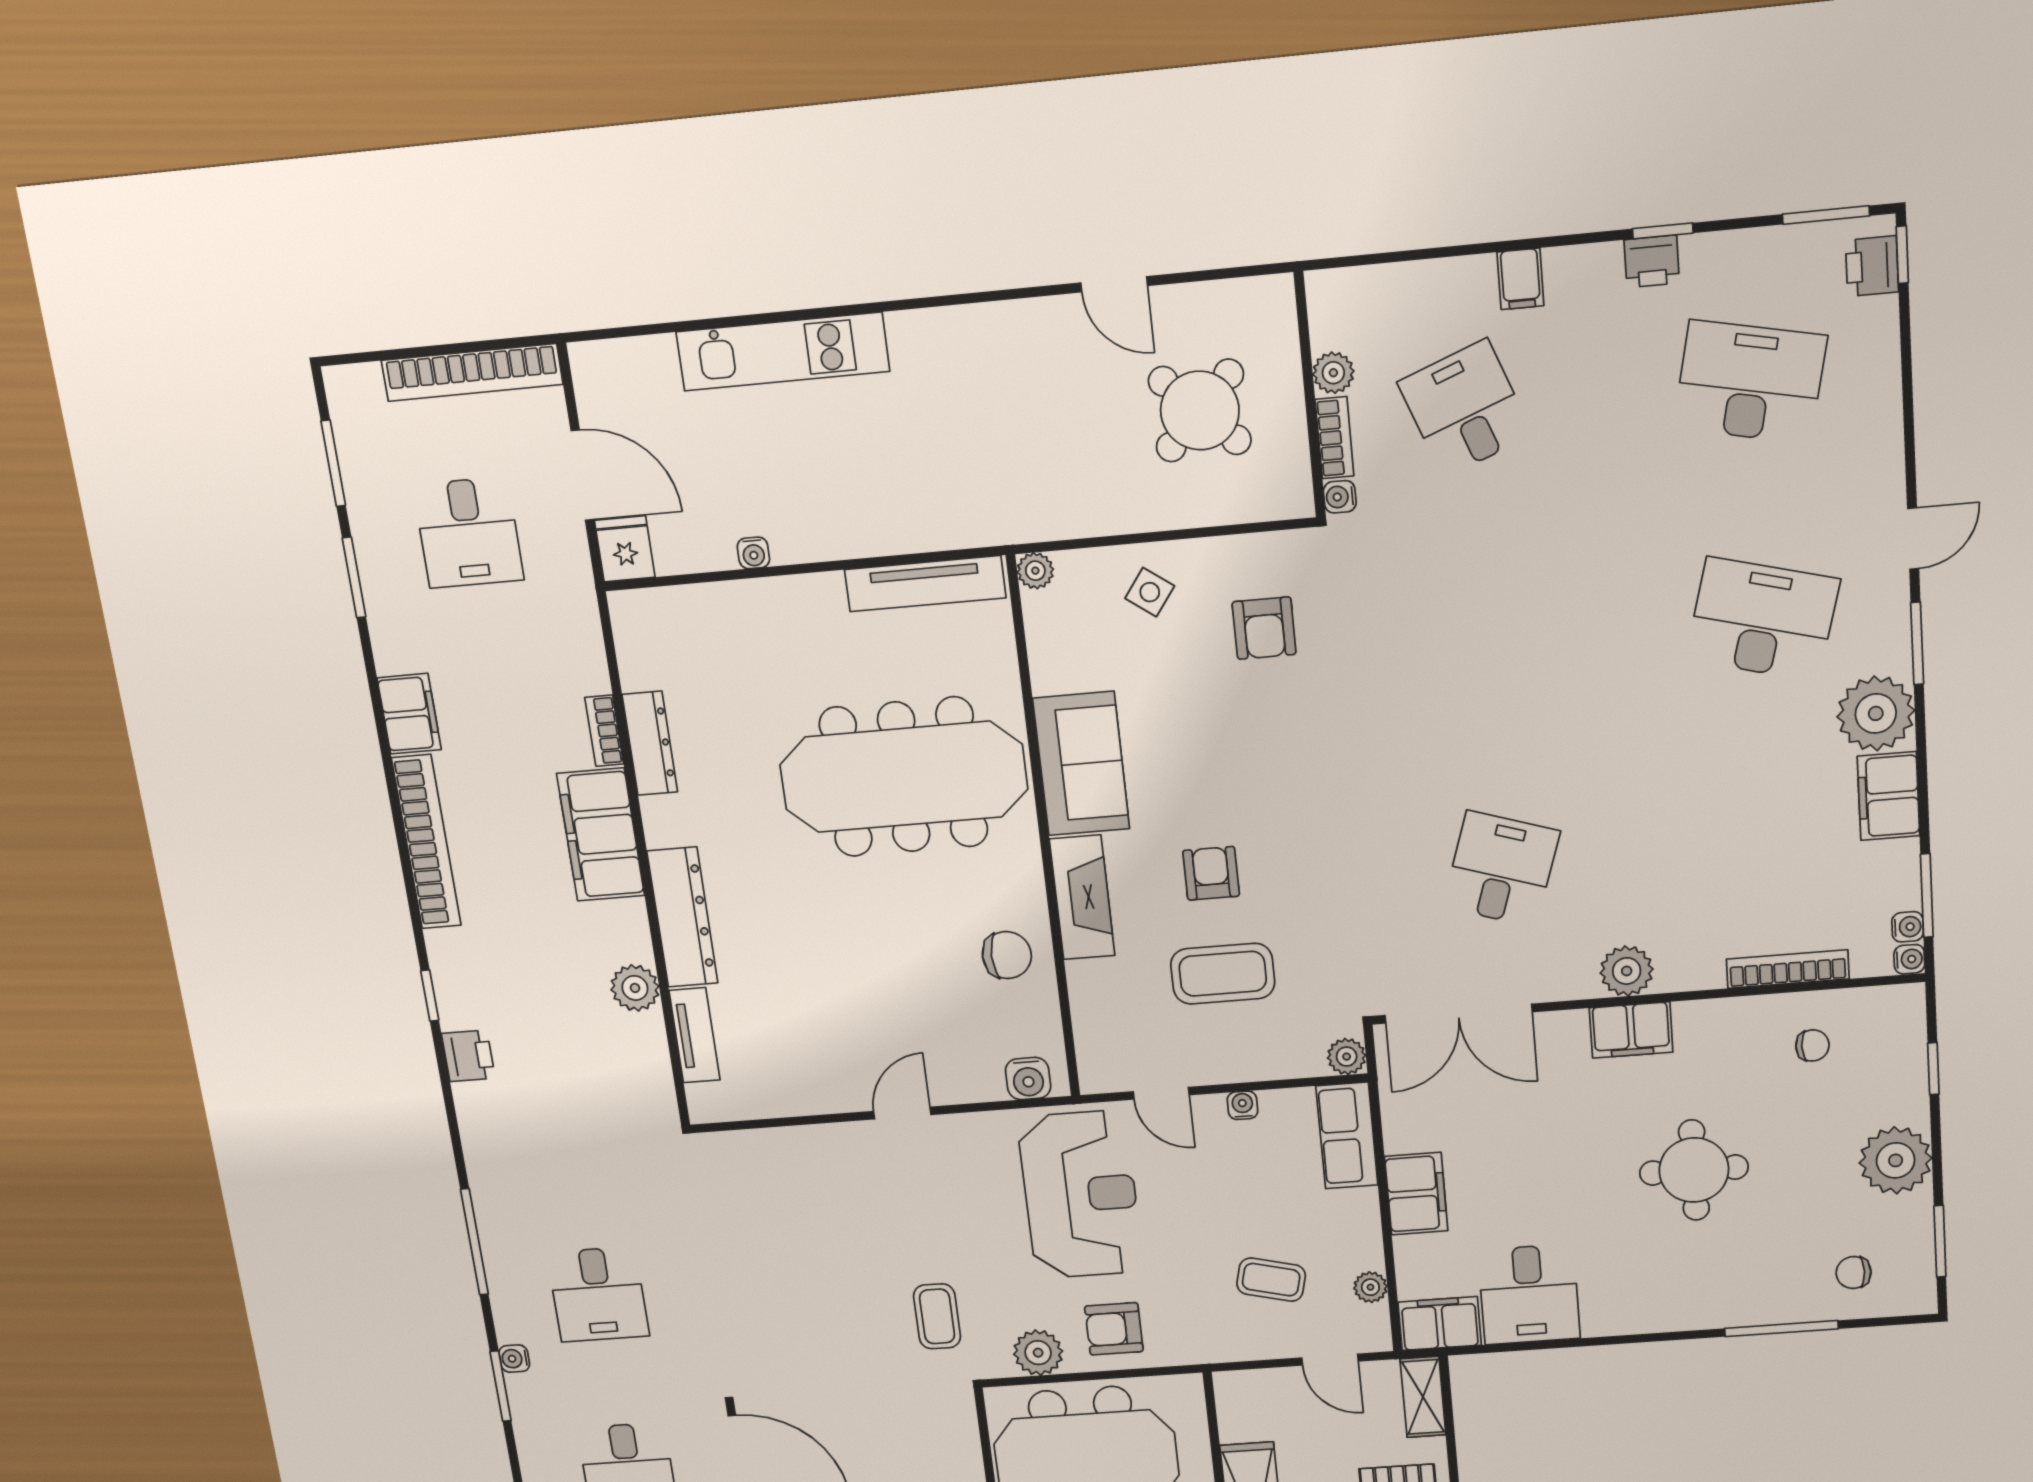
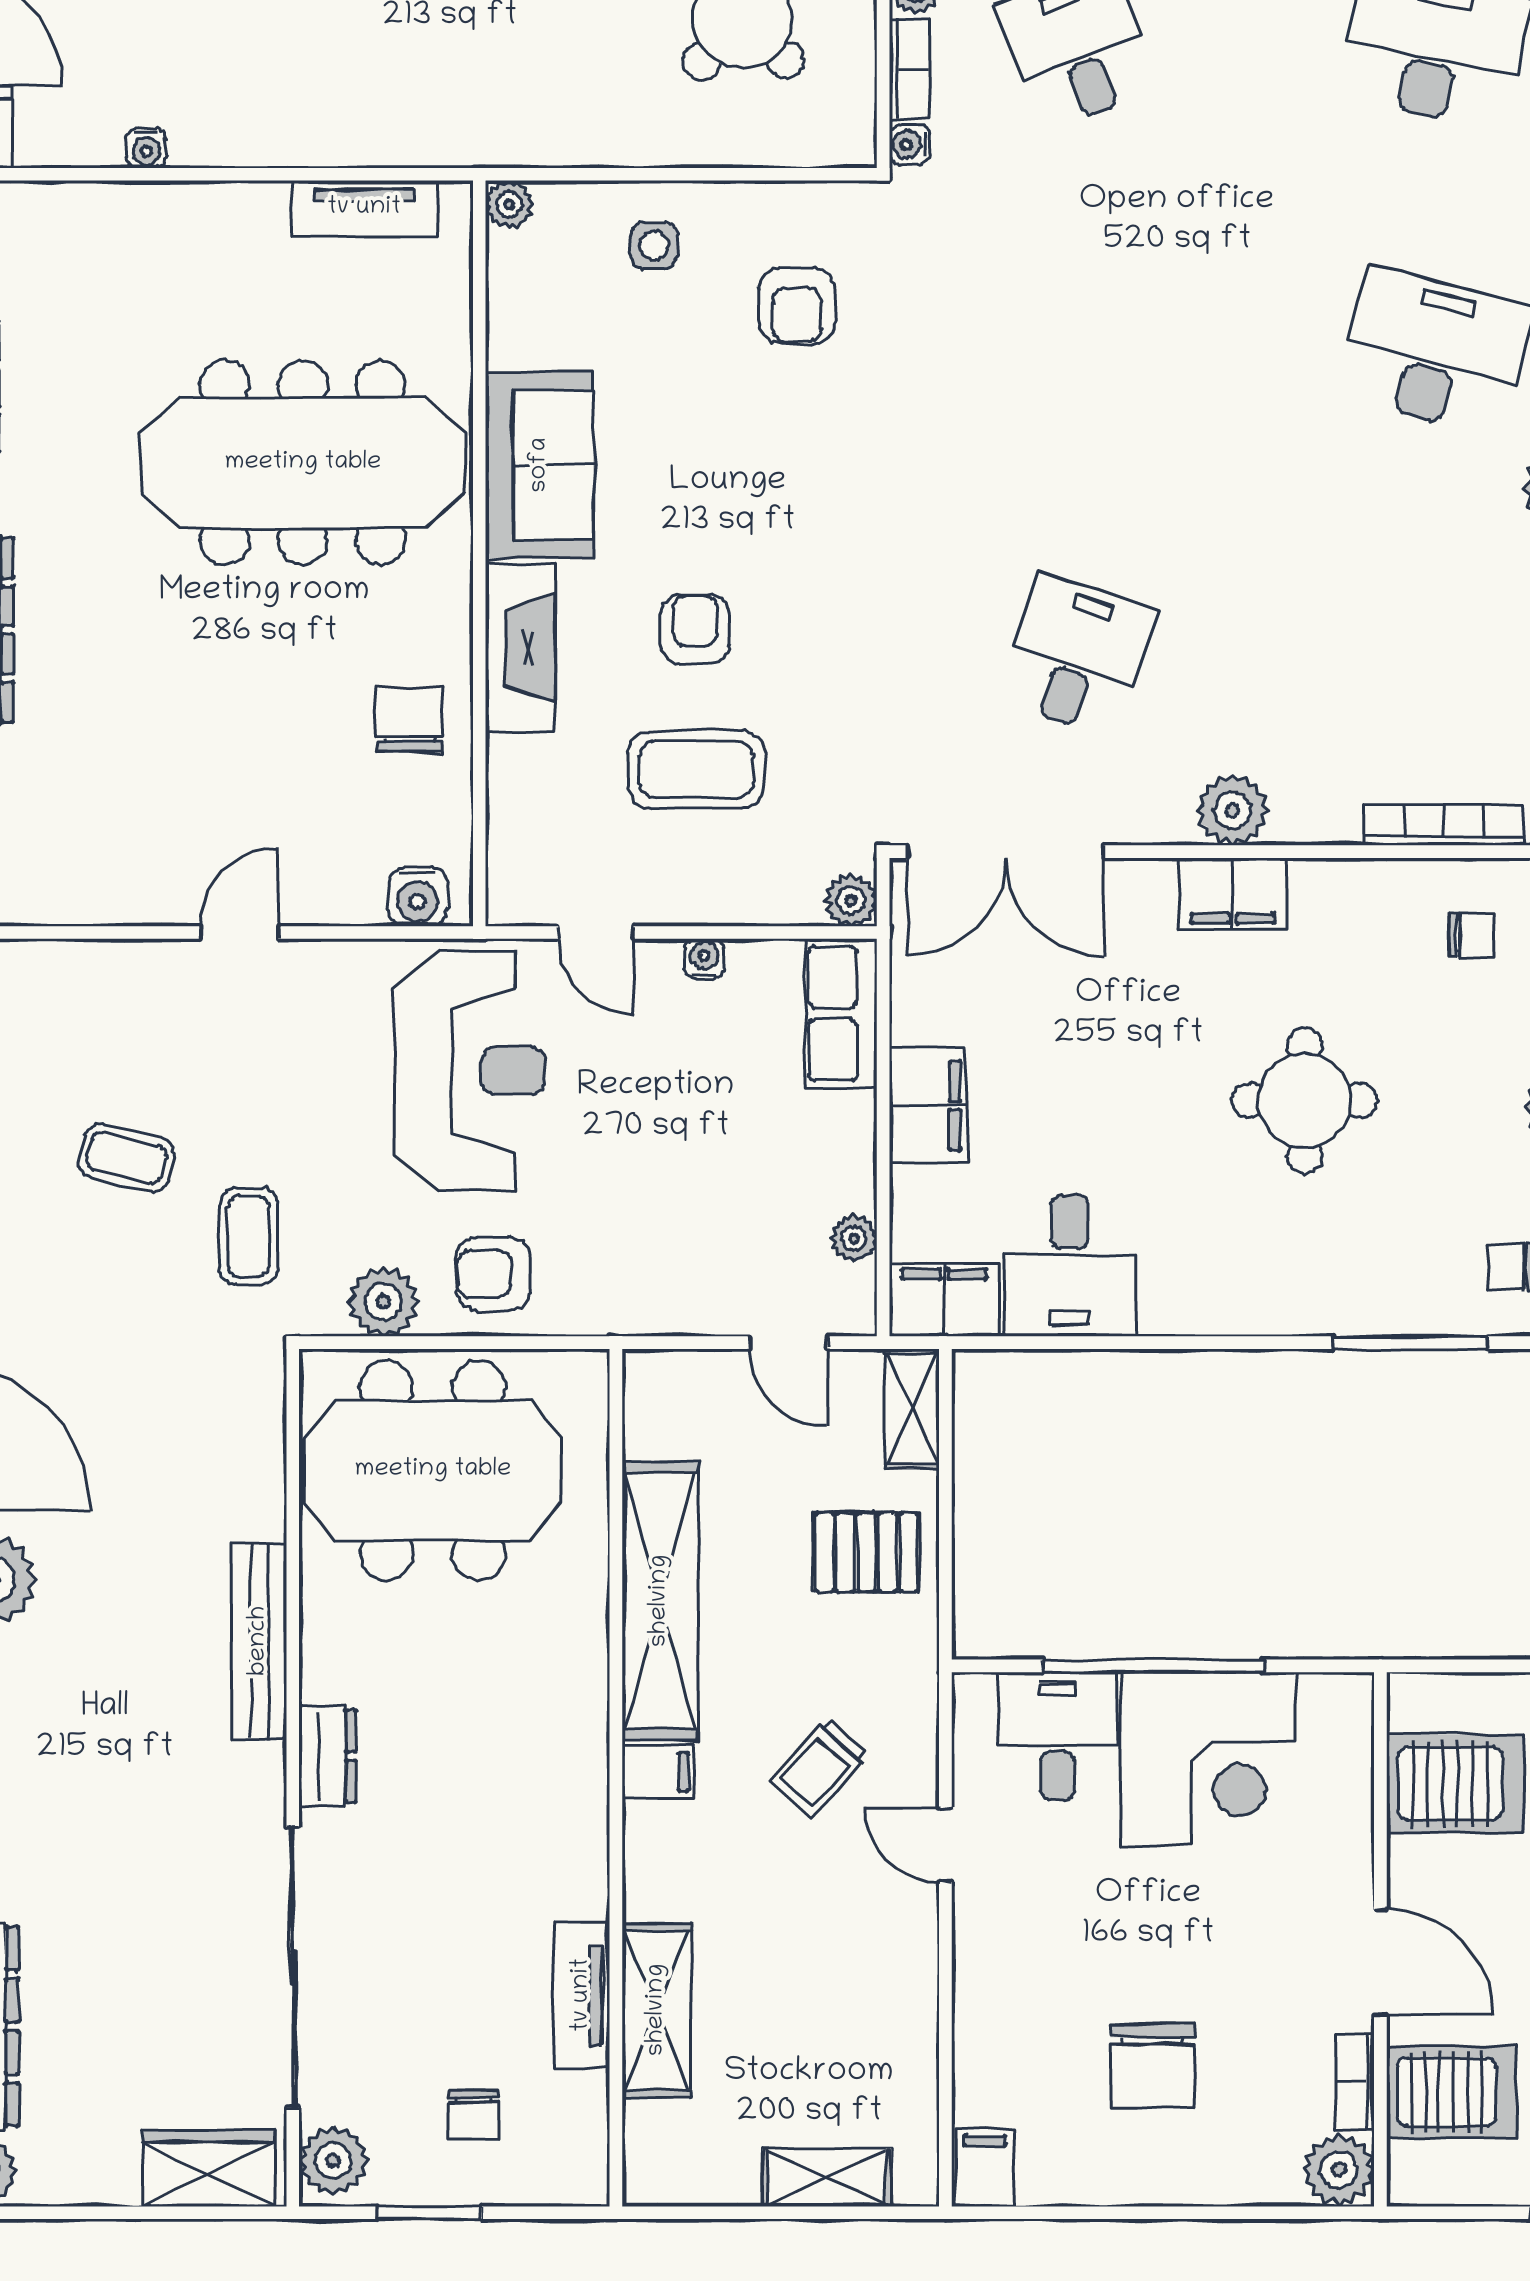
tv unit: (925, 584) -> (364, 208), width x0.71
side table: (1150, 592) -> (654, 246), turned -36
chair: (1007, 955) -> (410, 720), turned -90
coffee table: (1271, 1280) -> (127, 1158), moved

